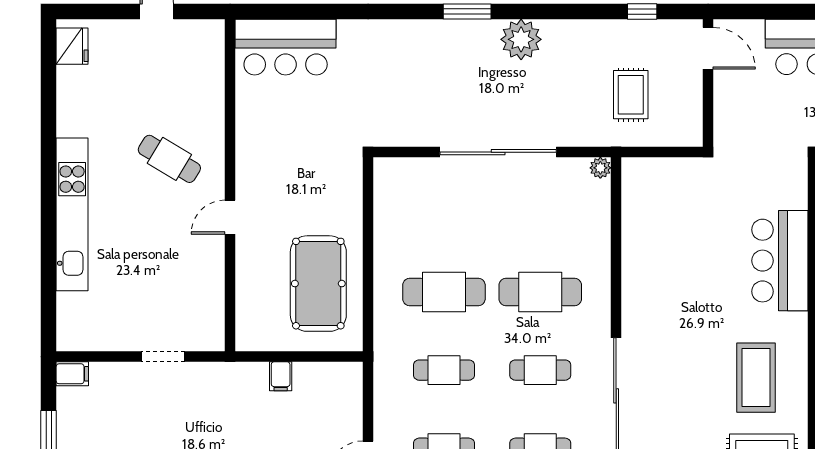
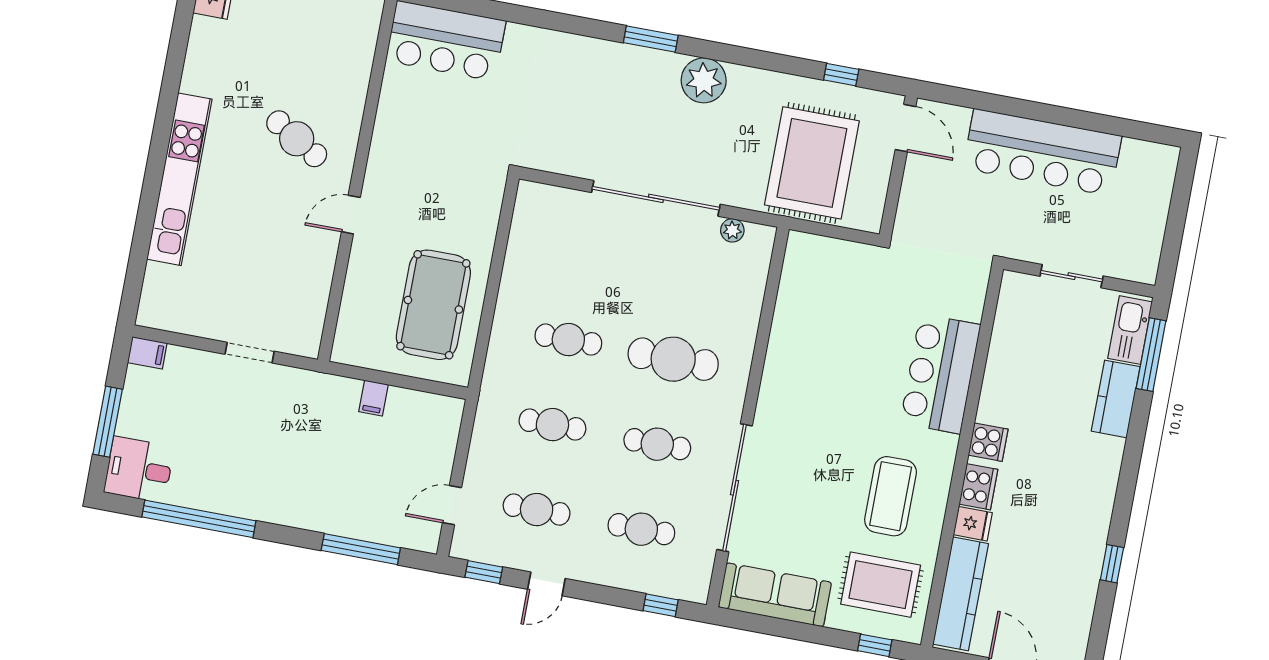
rug: (631, 95) -> (812, 163), width x1.86, depth x2.06
plant: (600, 168) -> (732, 230), moved
cafe table: (444, 292) -> (568, 340), width x0.73, depth x0.74

